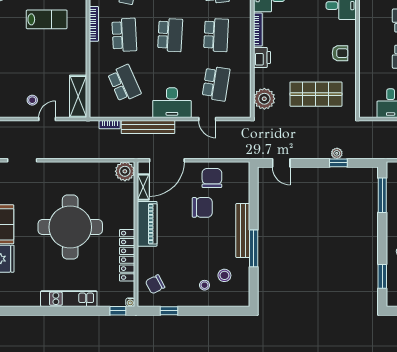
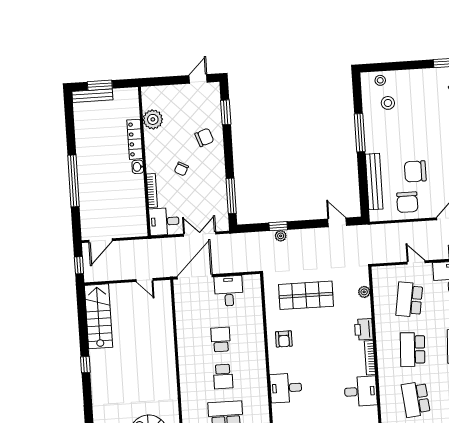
armchair: (340, 53) -> (284, 339), turned -90
plant: (264, 99) -> (364, 292), width x0.53, depth x0.53
bench: (243, 231) -> (374, 182), moved
stool: (205, 285) -> (380, 80), moved

